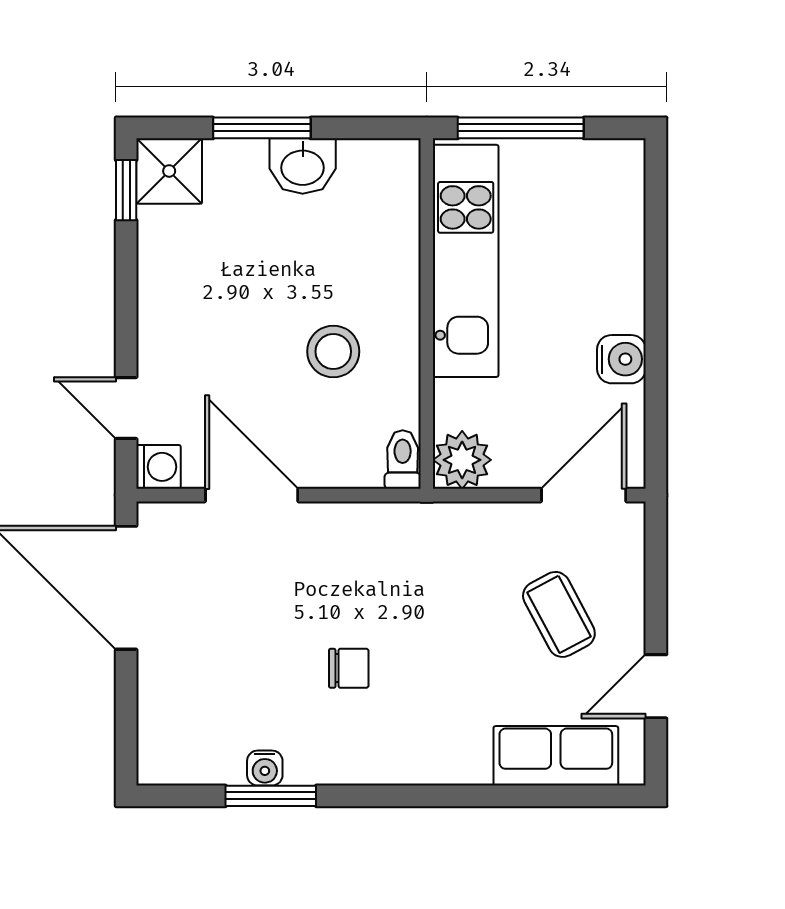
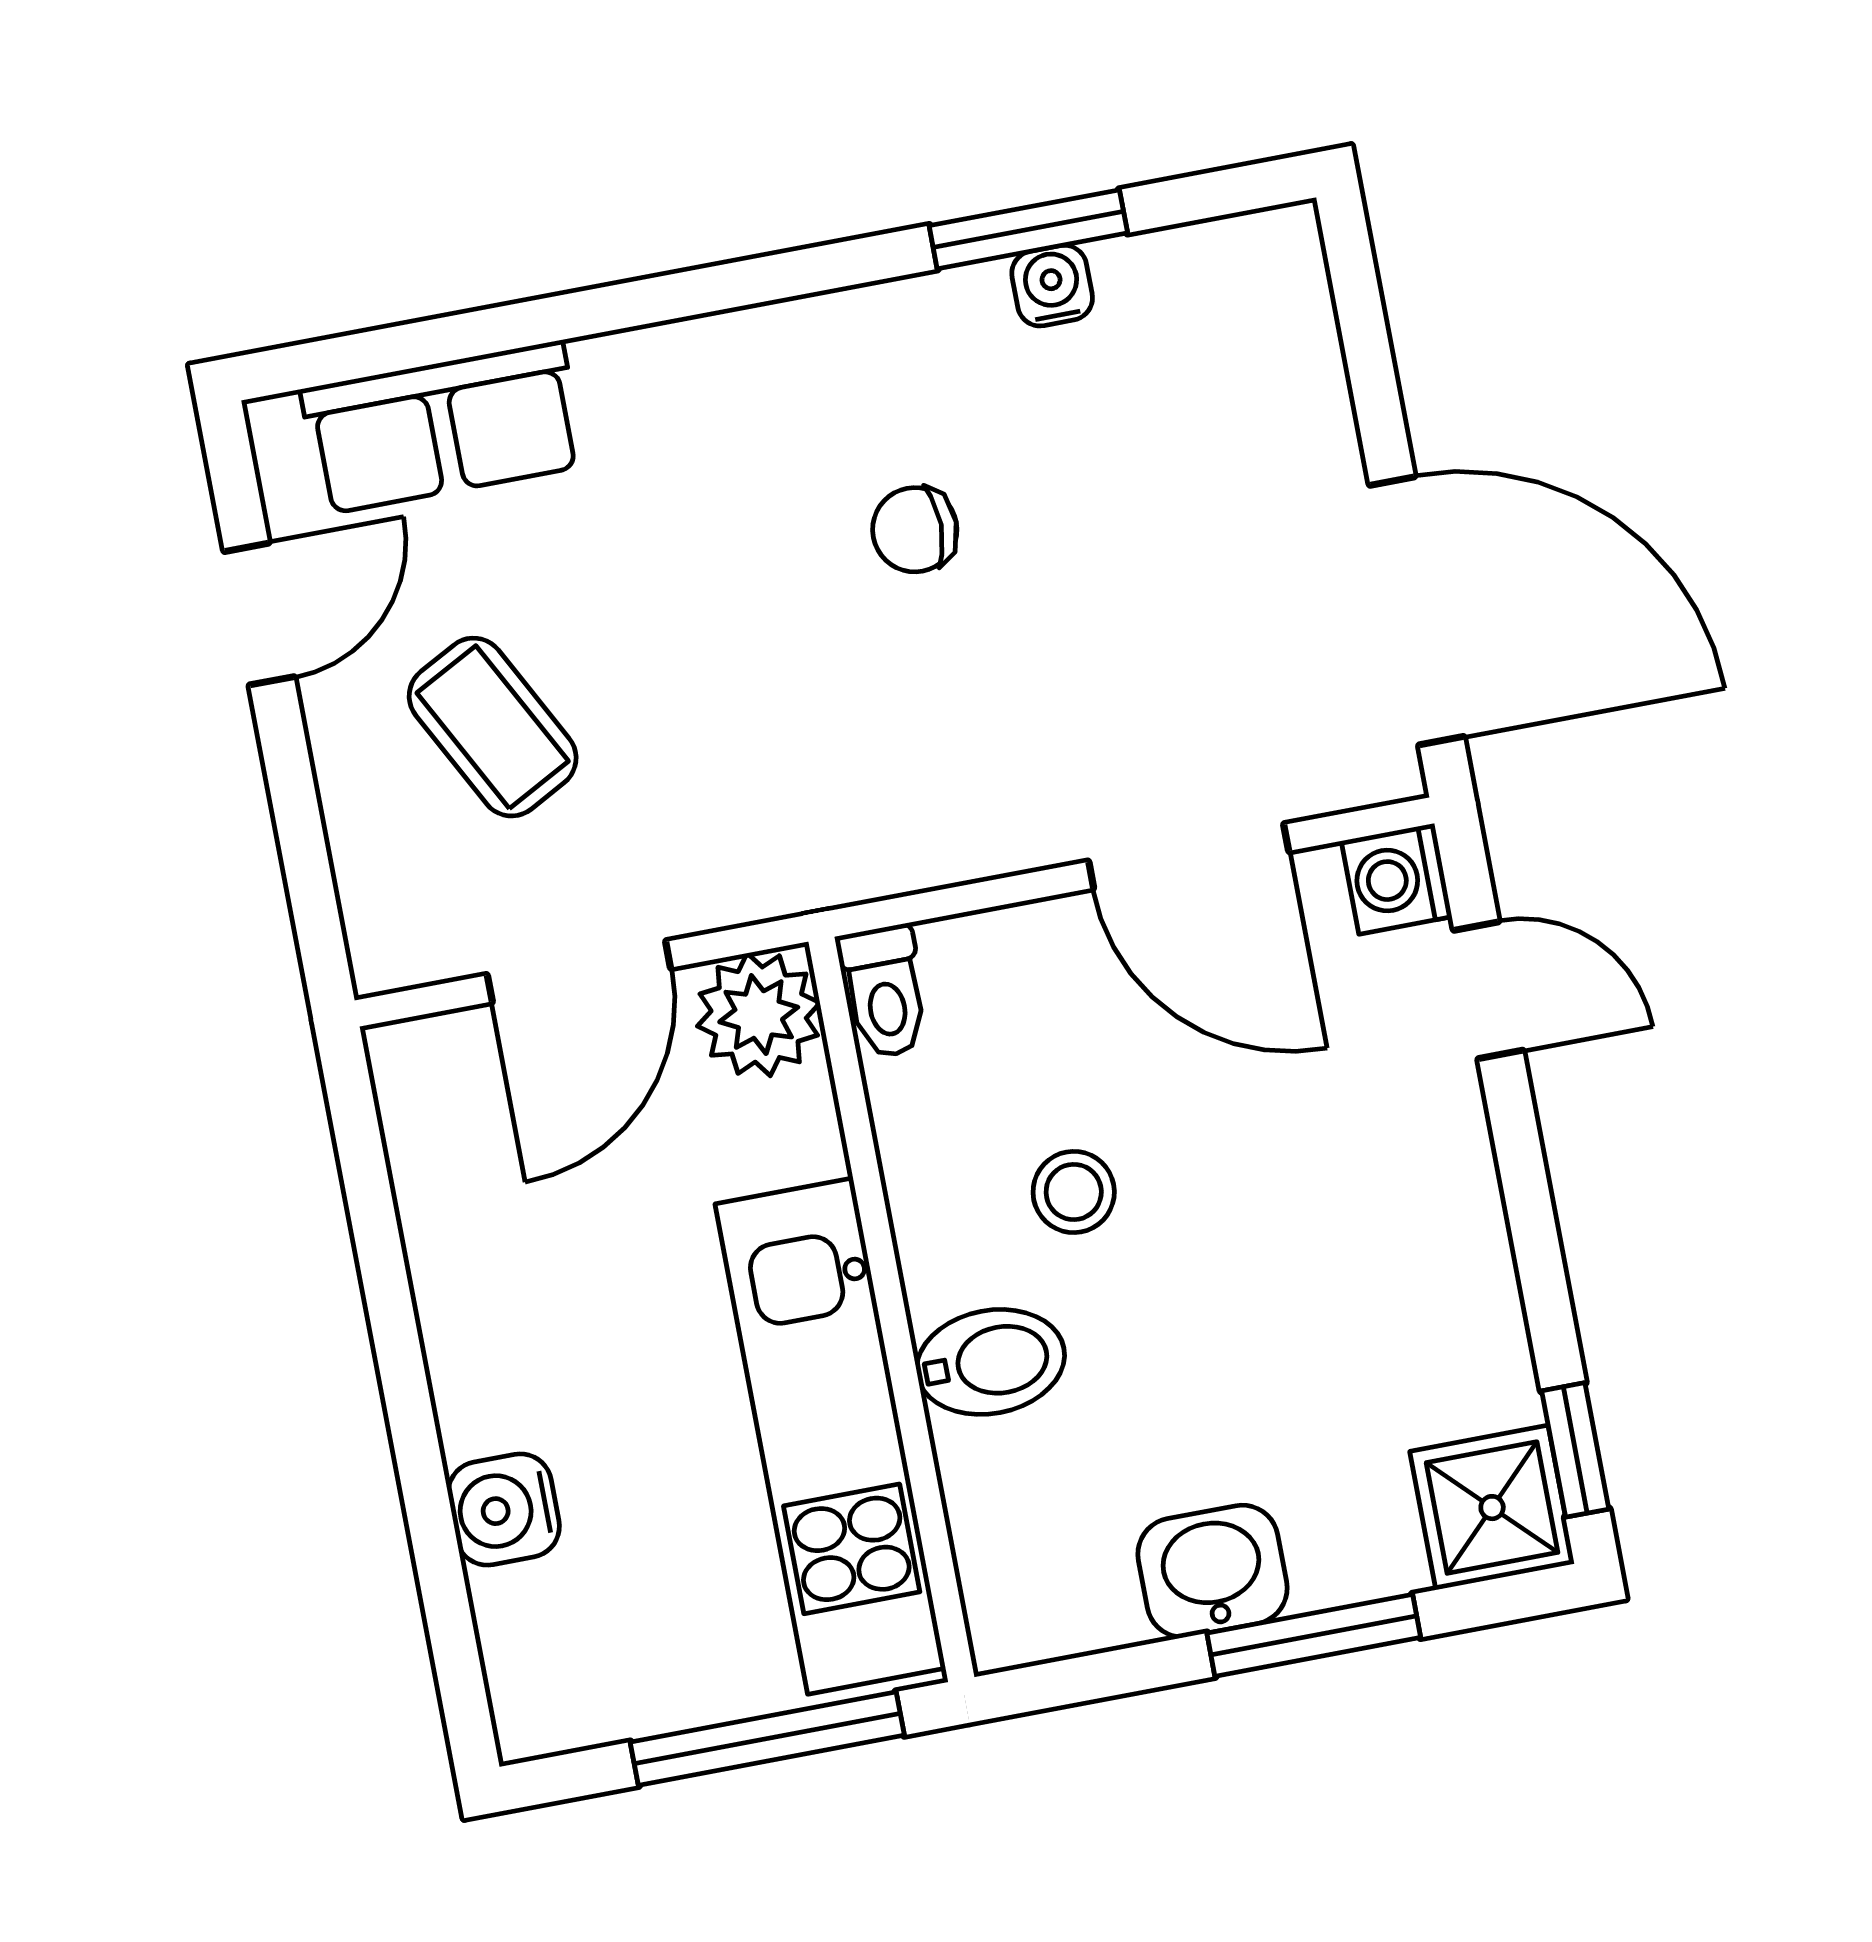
bidet: (386, 281) -> (991, 1362), added
stool: (333, 351) -> (1074, 1192), width x0.73, depth x0.73
water cooler: (621, 359) -> (504, 1510), moved
door: (584, 495) -> (579, 972), moved

